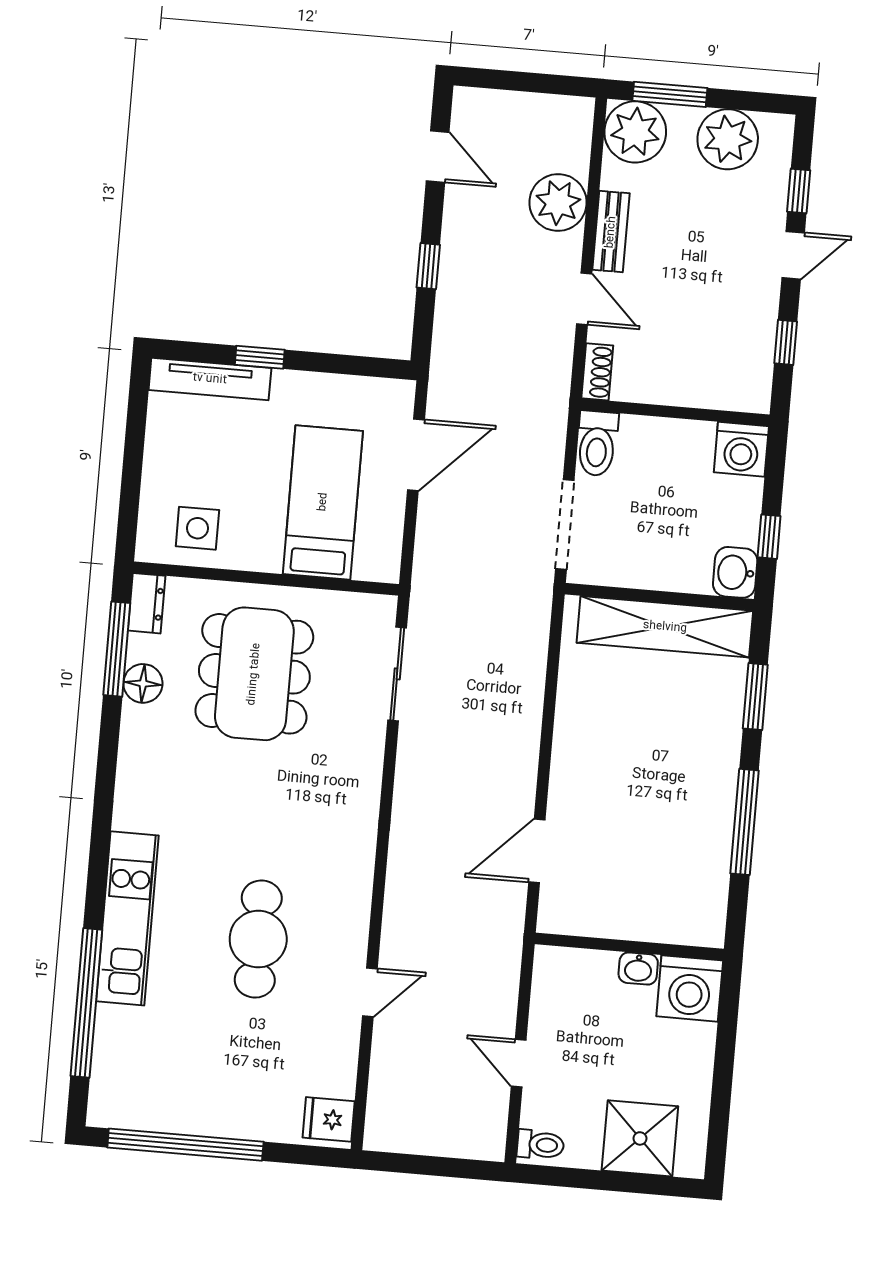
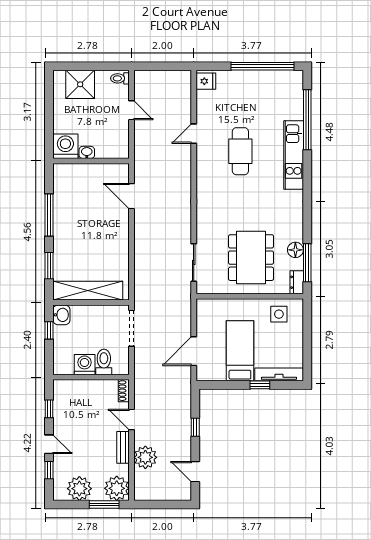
door: (793, 255) -> (49, 444), swing flipped
toilet: (597, 443) -> (104, 362), moved
washing machine: (741, 449) -> (85, 365), moved
bed: (323, 502) -> (240, 351), moved, turned 180
door: (537, 851) -> (131, 196), swing flipped

